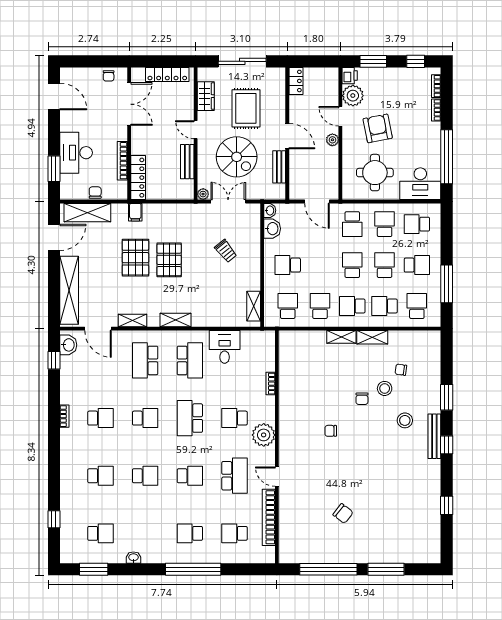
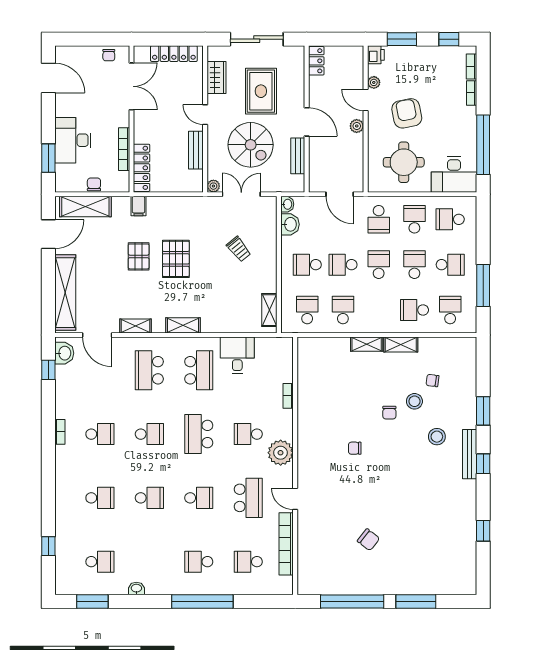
plant: (353, 96) -> (374, 82), width x0.53, depth x0.53
pallet: (135, 258) -> (139, 256), width x0.67, depth x0.71
school desk: (352, 306) -> (343, 265), moved

